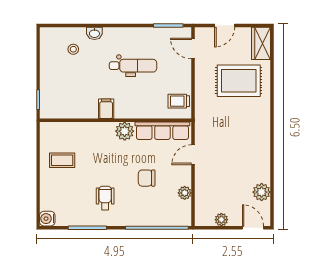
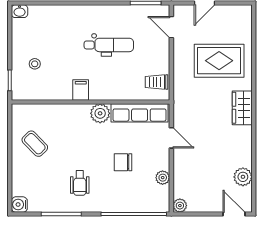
washbasin: (94, 33) -> (20, 11), moved
wardrobe: (261, 43) -> (242, 108), moved
stool: (73, 49) -> (35, 64), moved
door: (193, 155) -> (171, 138), swing flipped
coffee table: (62, 160) -> (35, 144), turned 46
wheelchair: (105, 198) -> (80, 183), turned 180
plant: (221, 220) -> (180, 206), moved

